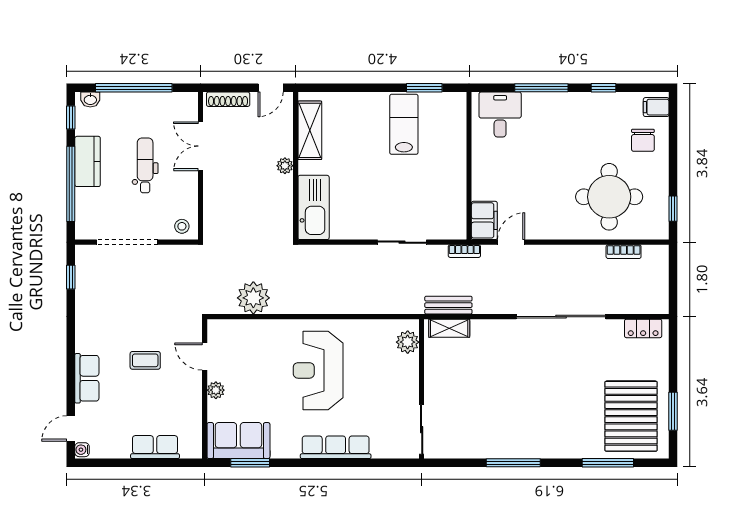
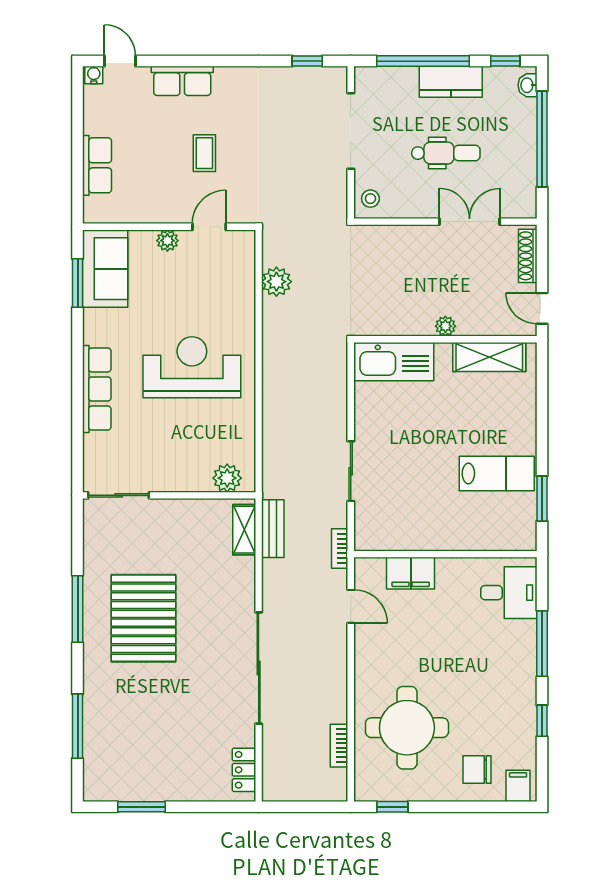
filing cabinet: (484, 220) -> (411, 573), moved
plant: (253, 298) -> (276, 282), width x0.73, depth x0.73
pallet: (631, 416) -> (143, 618), moved, turned 90

